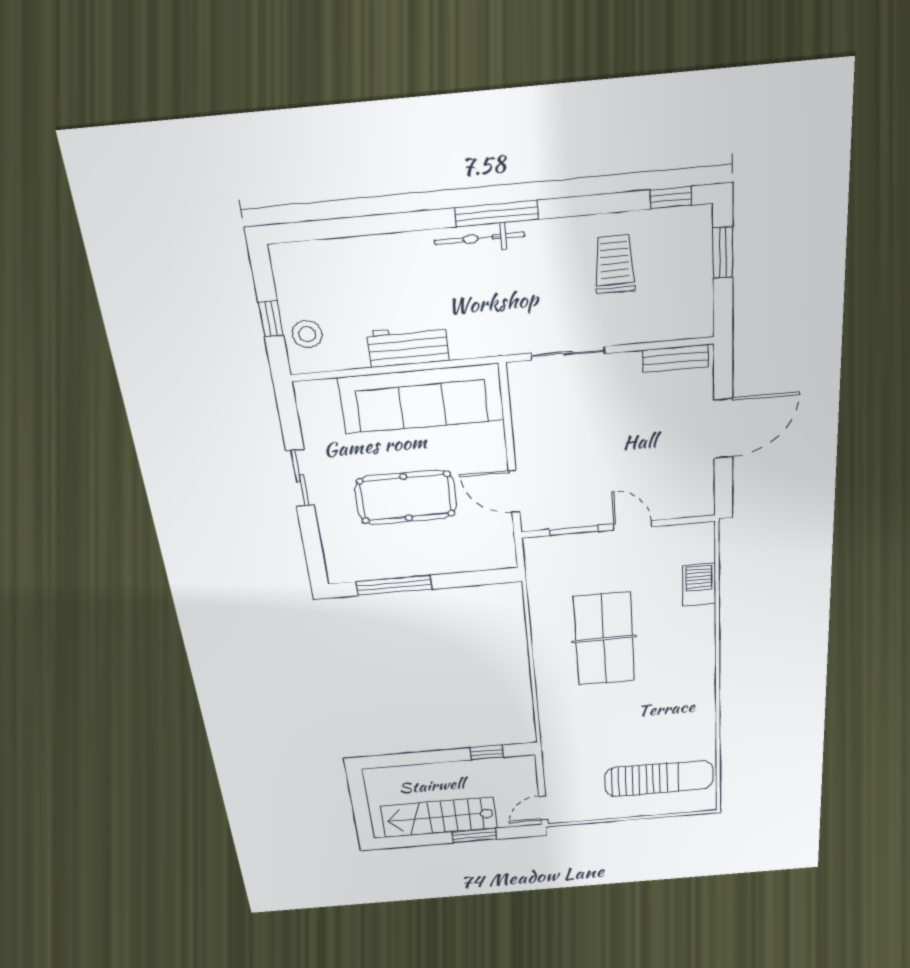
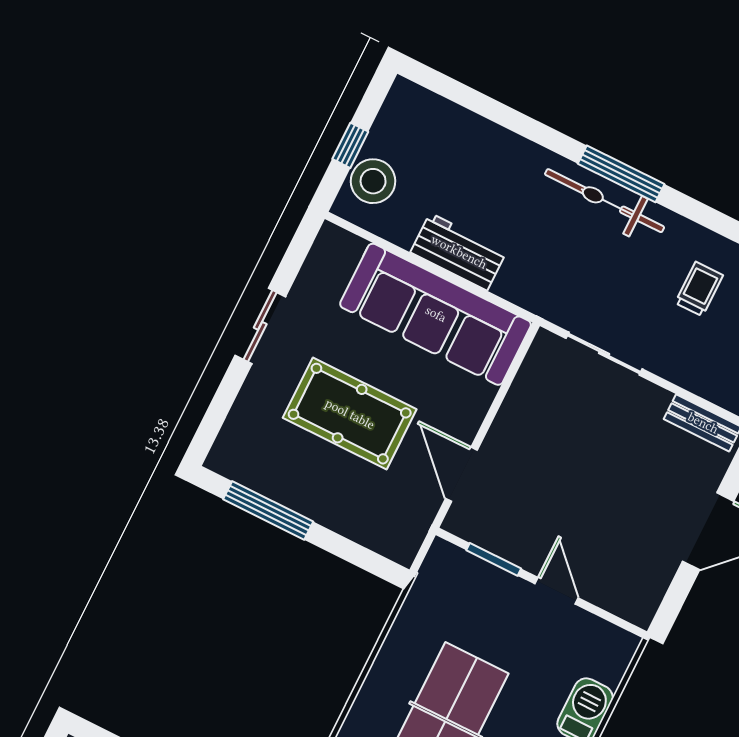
bicycle: (480, 238) -> (605, 201), width x1.37, depth x1.40
trolley: (615, 264) -> (699, 289), width x0.73, depth x0.72
stool: (307, 334) -> (373, 181), width x1.38, depth x1.38

